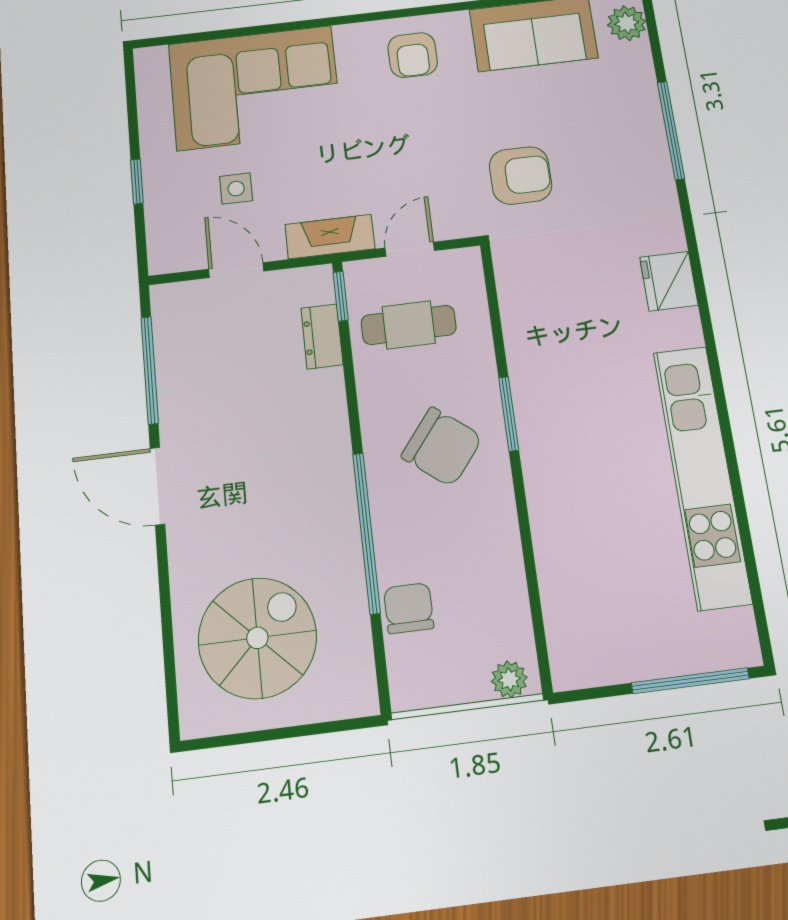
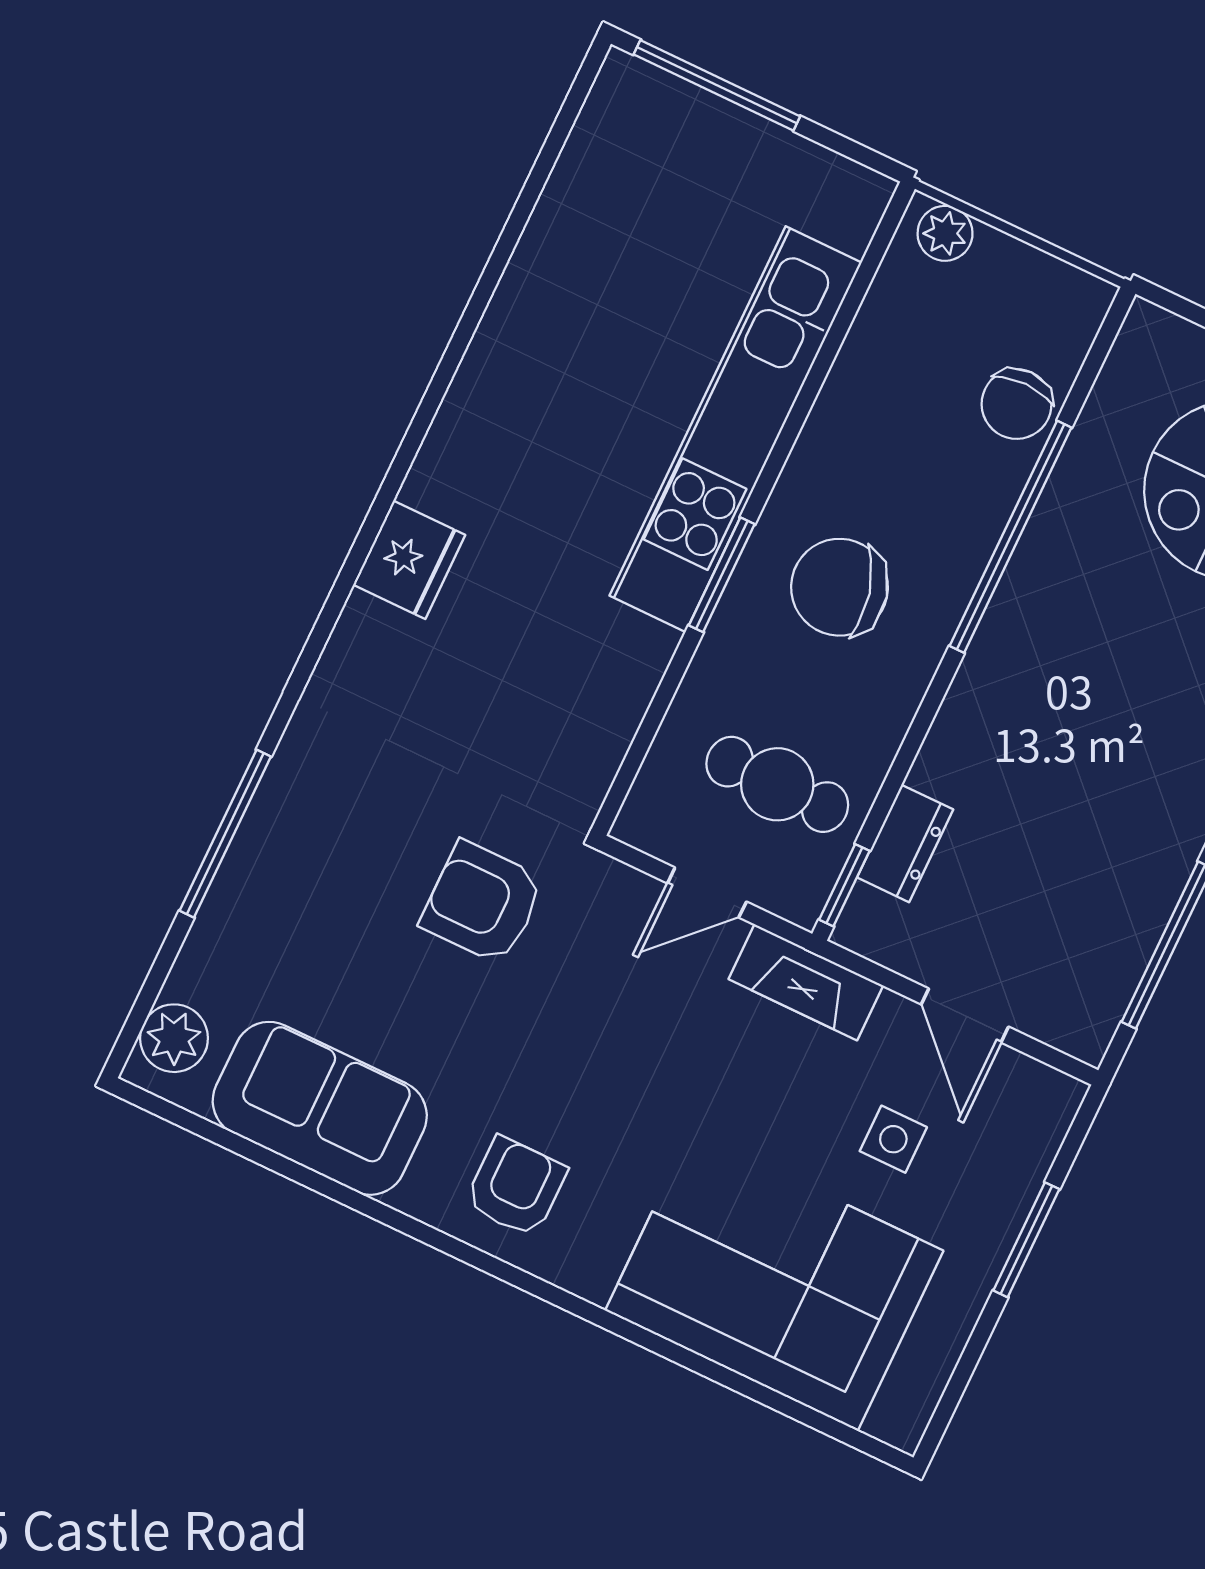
window: (137, 181) -> (1026, 1240), width x1.50
fridge: (669, 281) -> (409, 560), moved
chair: (442, 447) -> (839, 587), turned -52
kitchen unit: (702, 476) -> (736, 429), moved, turned 180

